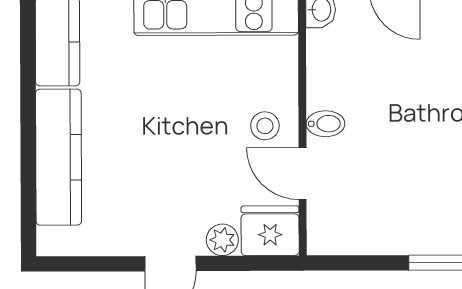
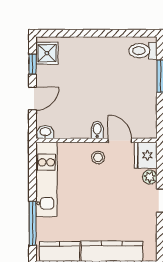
door: (303, 174) -> (120, 140), swing flipped

